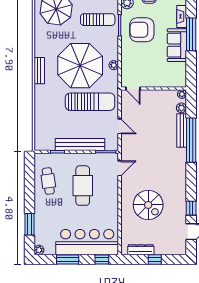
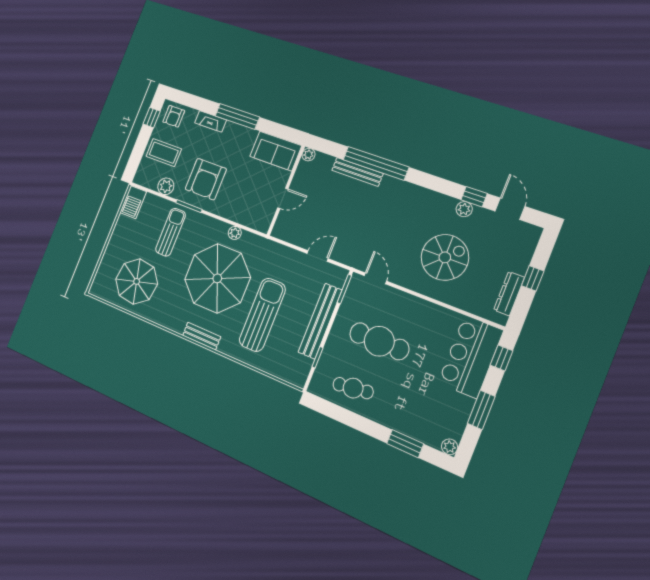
sofa: (177, 45) -> (276, 151), moved
door: (133, 88) -> (283, 198), moved
sun lounger: (90, 102) -> (262, 315), moved
plant: (181, 108) -> (464, 209), moved
bar counter: (87, 242) -> (471, 357), width x0.73

